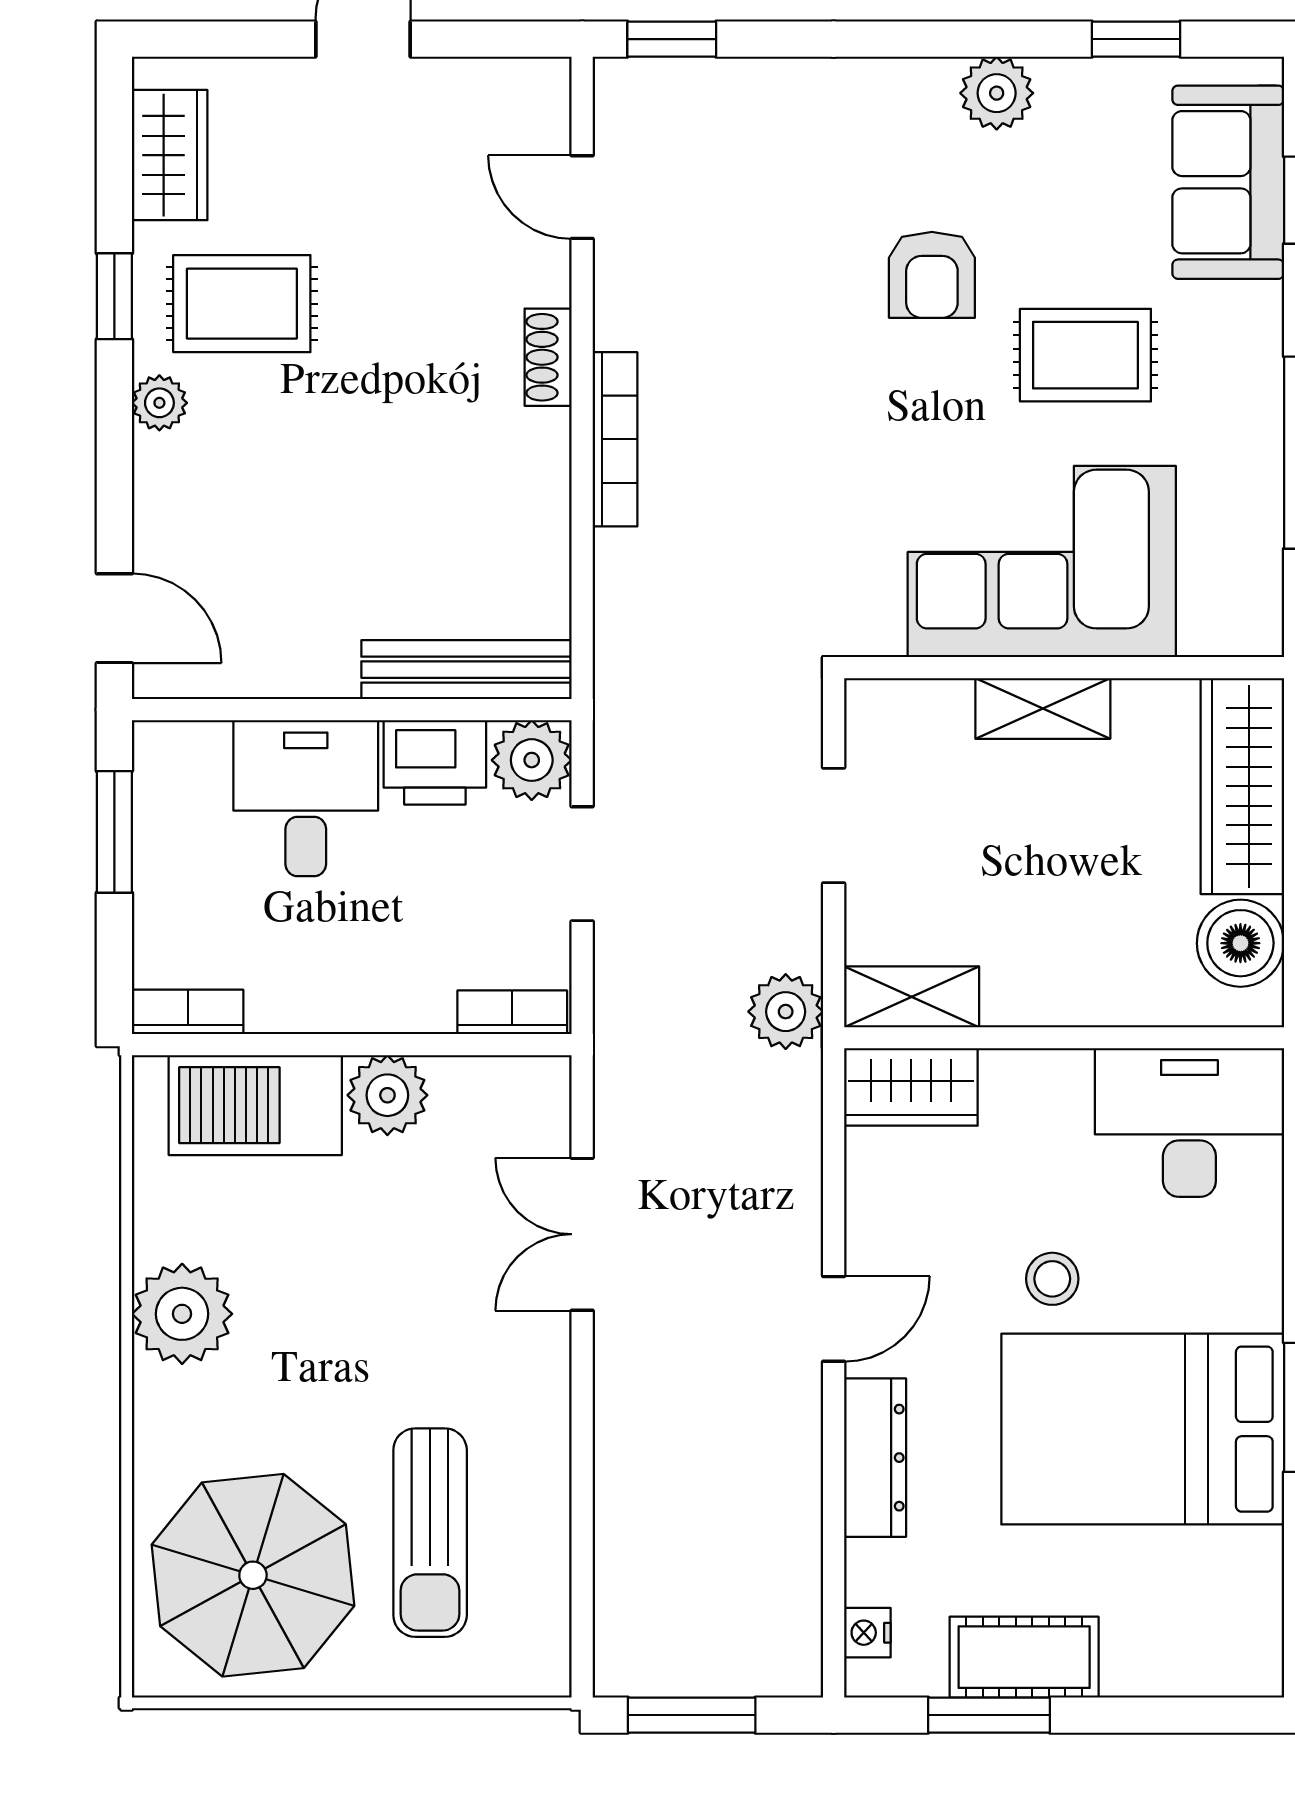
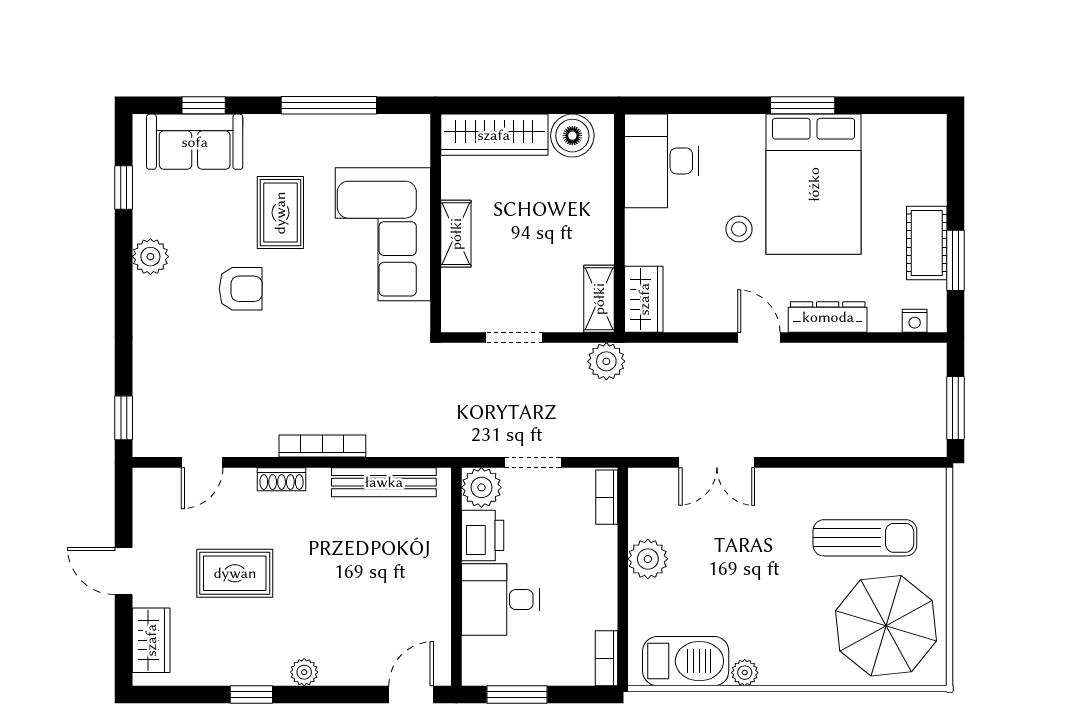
wardrobe: (170, 155) -> (151, 640), moved, turned 90
rug: (242, 304) -> (235, 573), moved, turned 90
bench: (467, 670) -> (384, 482), moved, turned 90
barbecue: (255, 1105) -> (686, 661), moved, turned -90
plant: (182, 1314) -> (745, 673), width x0.53, depth x0.53

